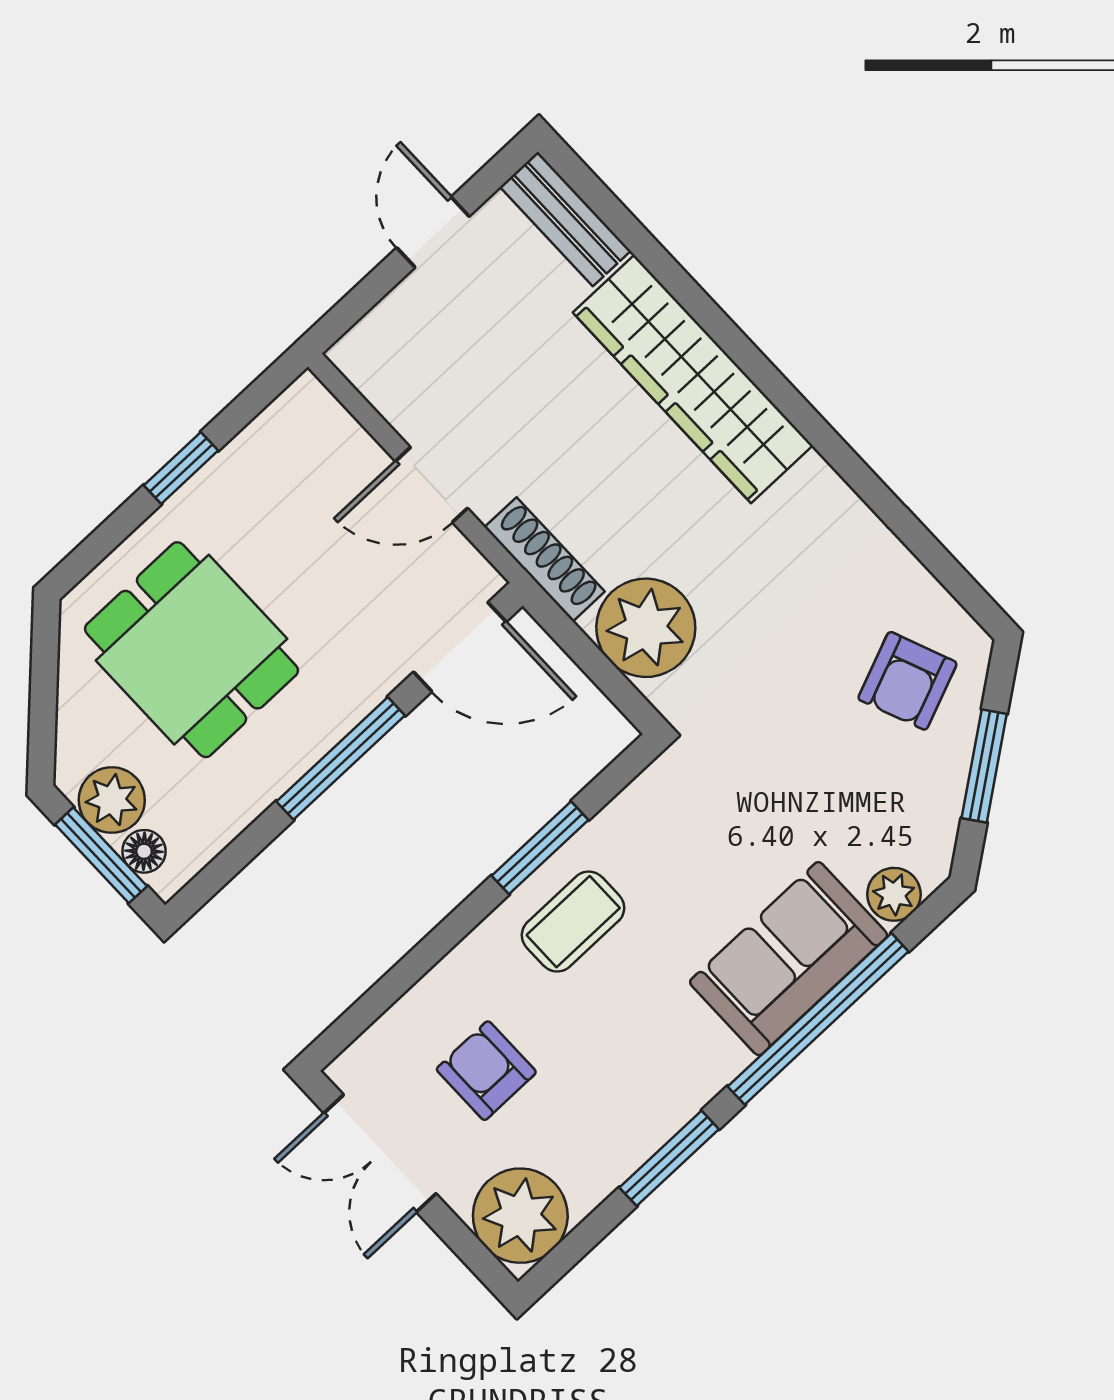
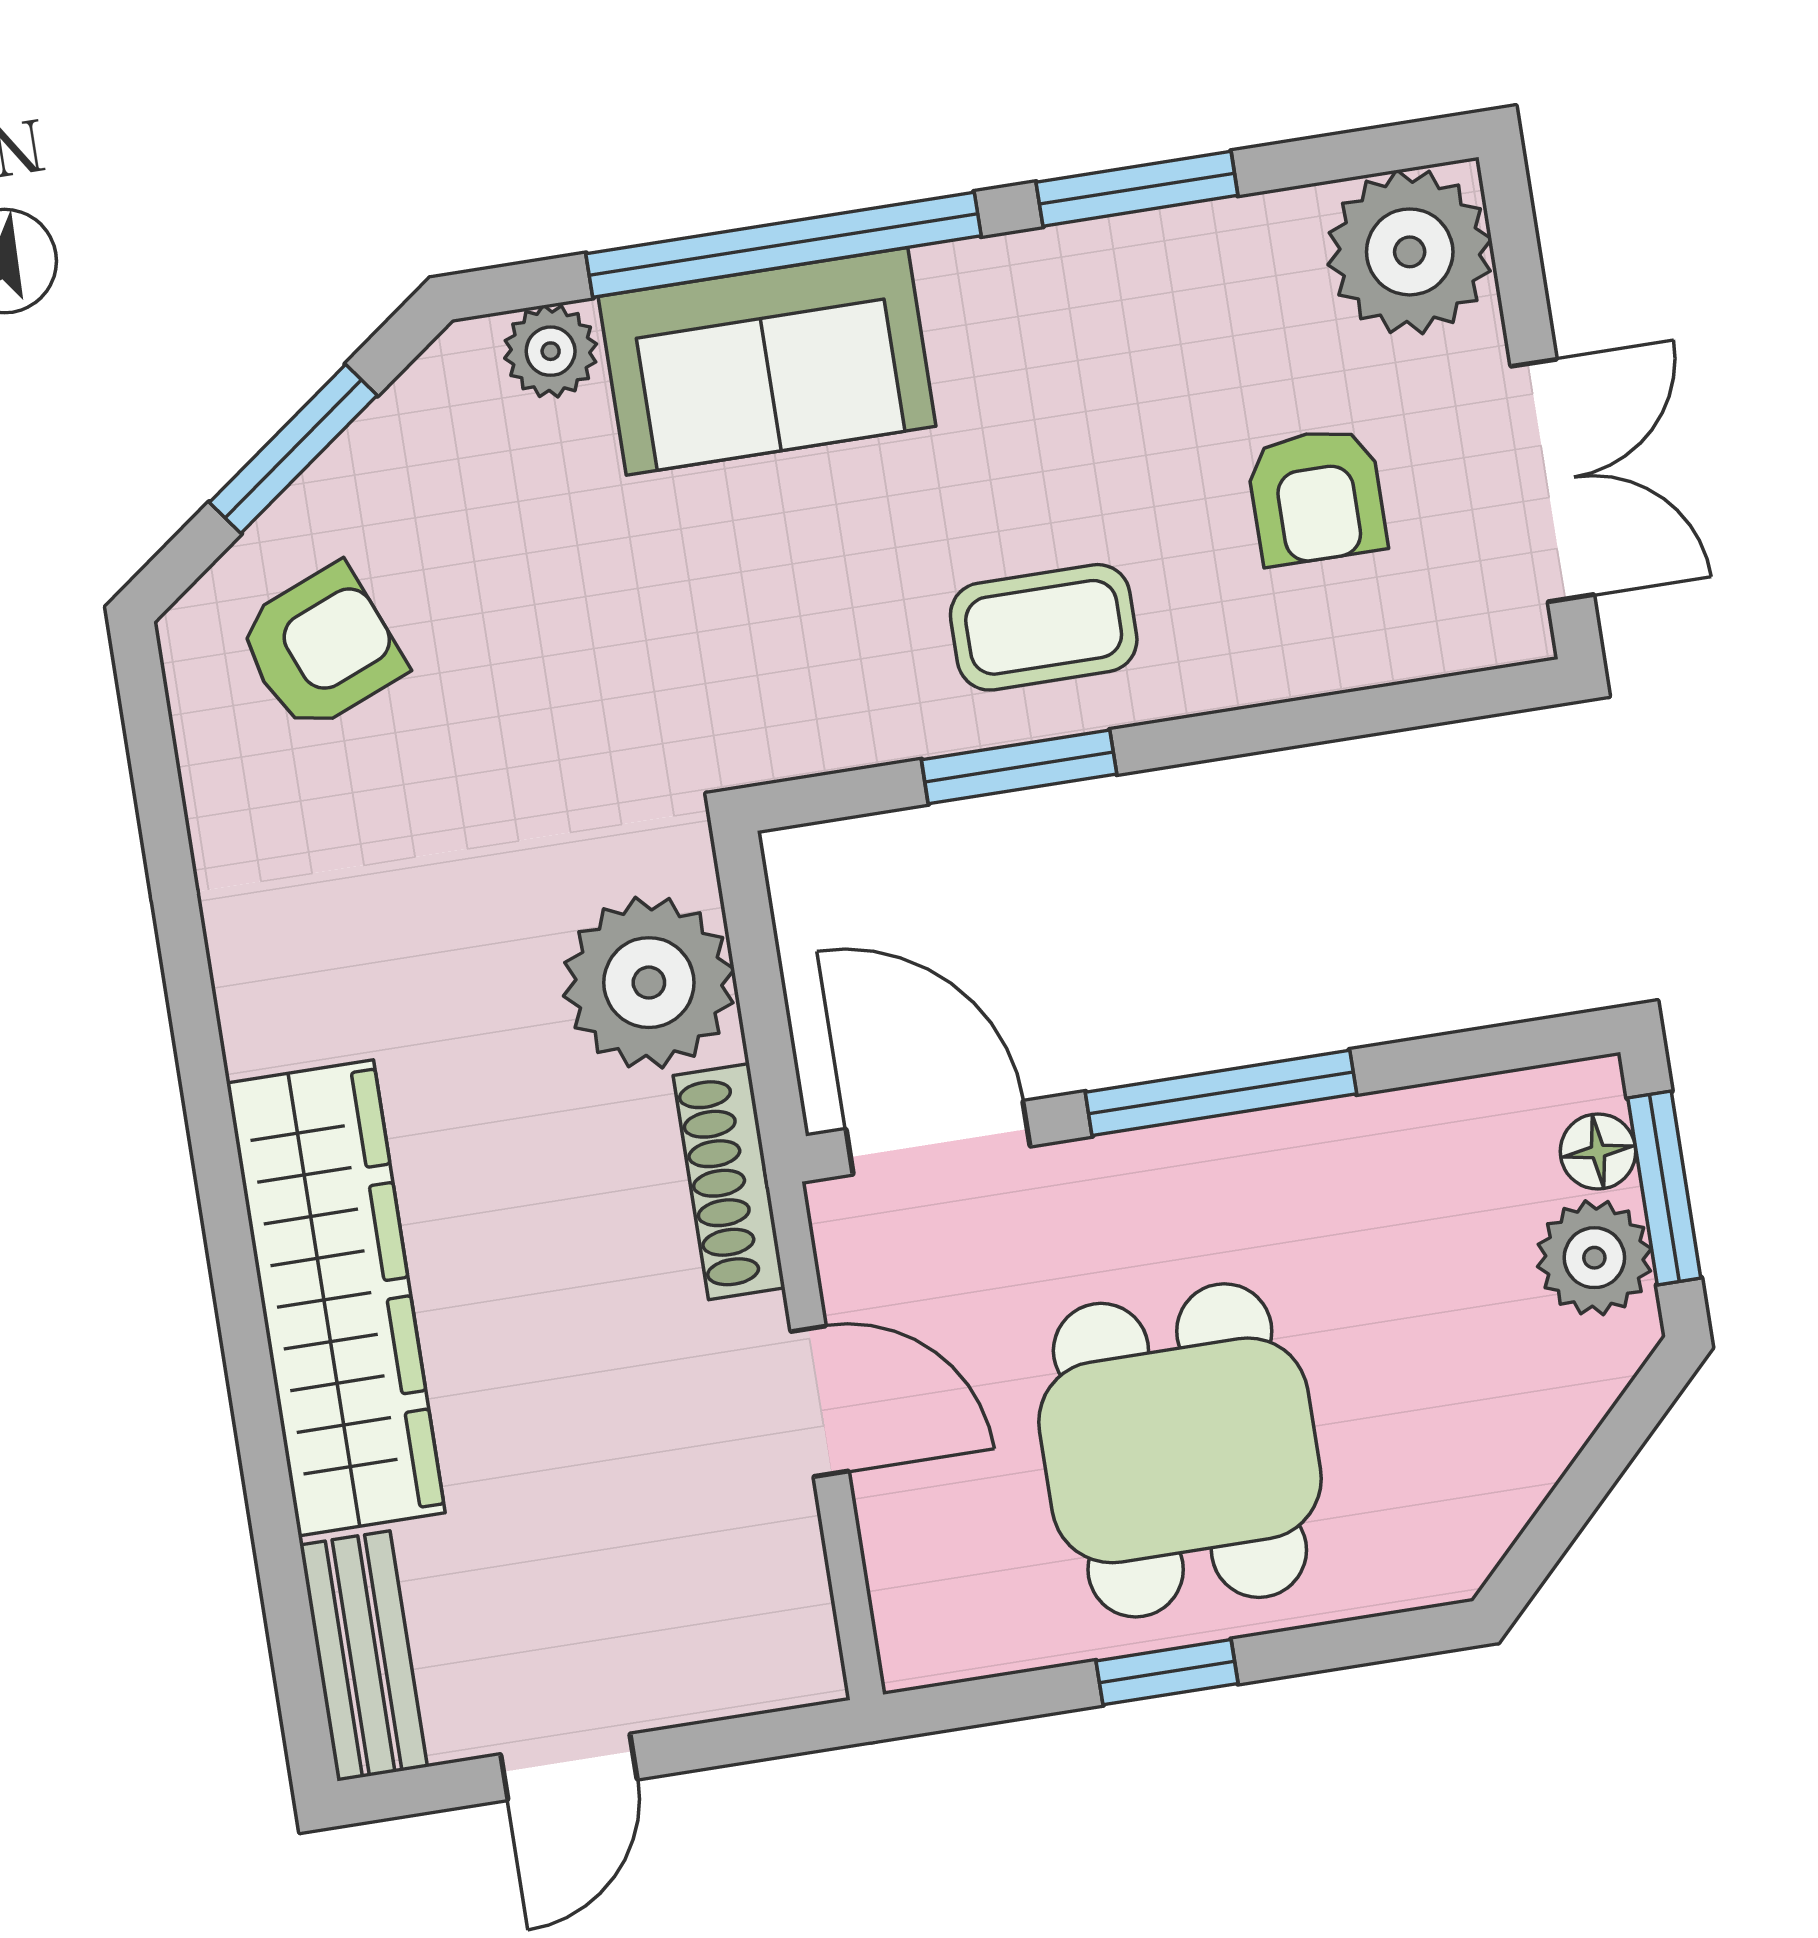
dining table: (192, 650) -> (1180, 1450), moved

